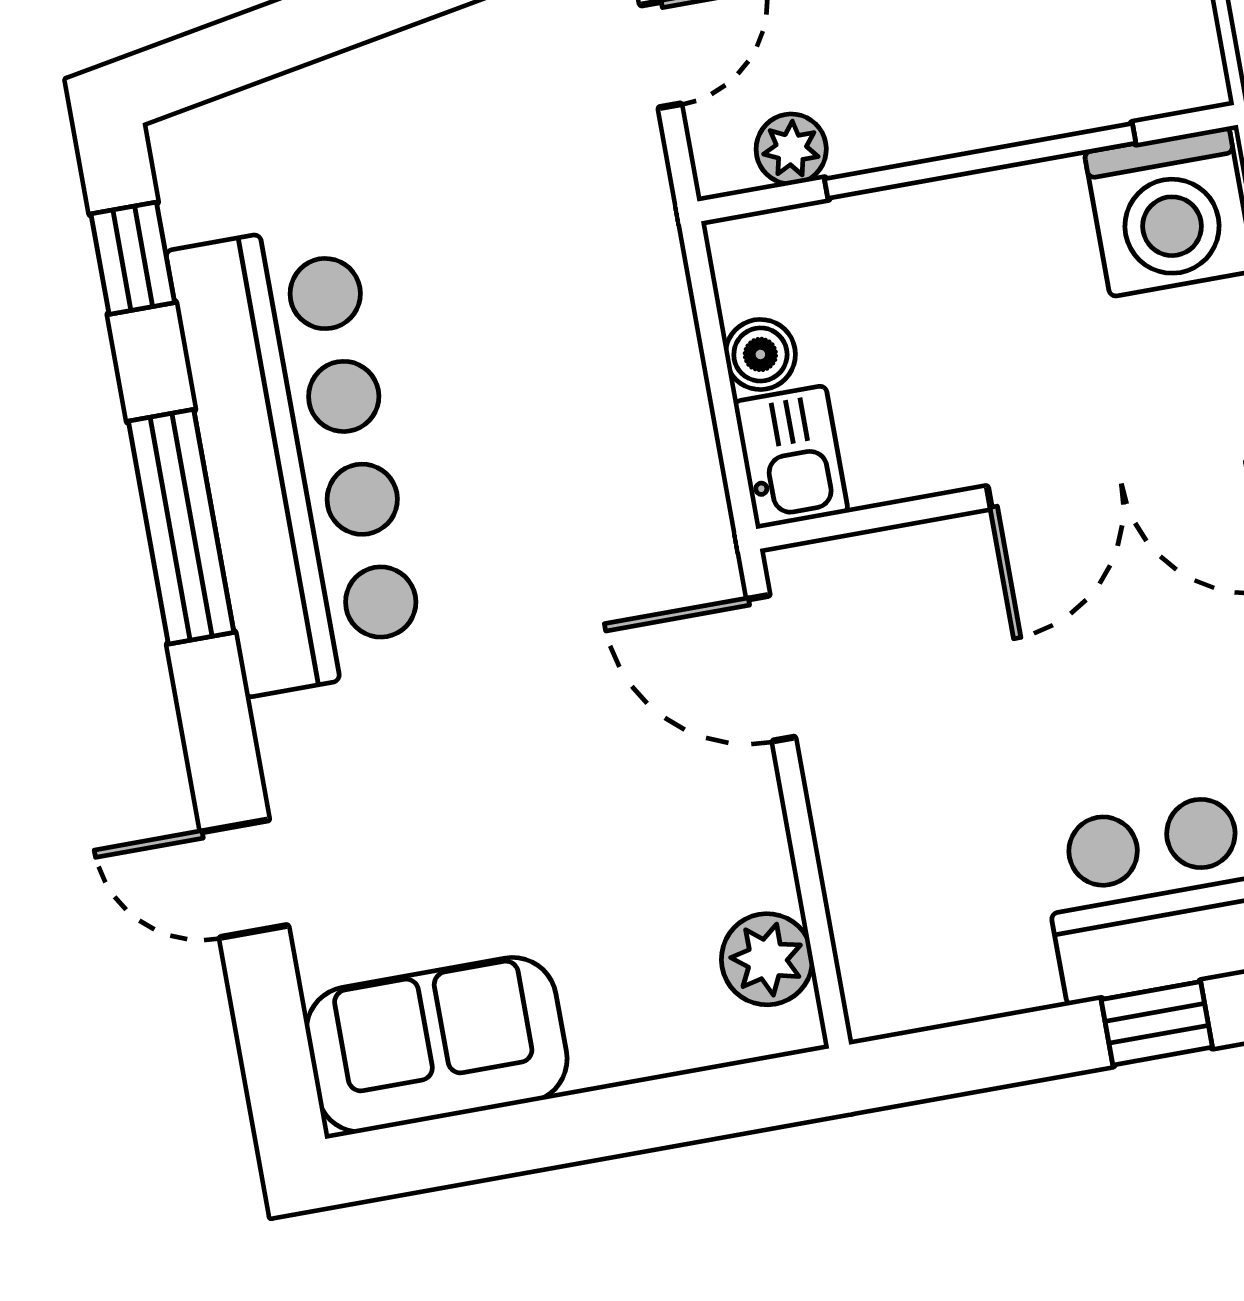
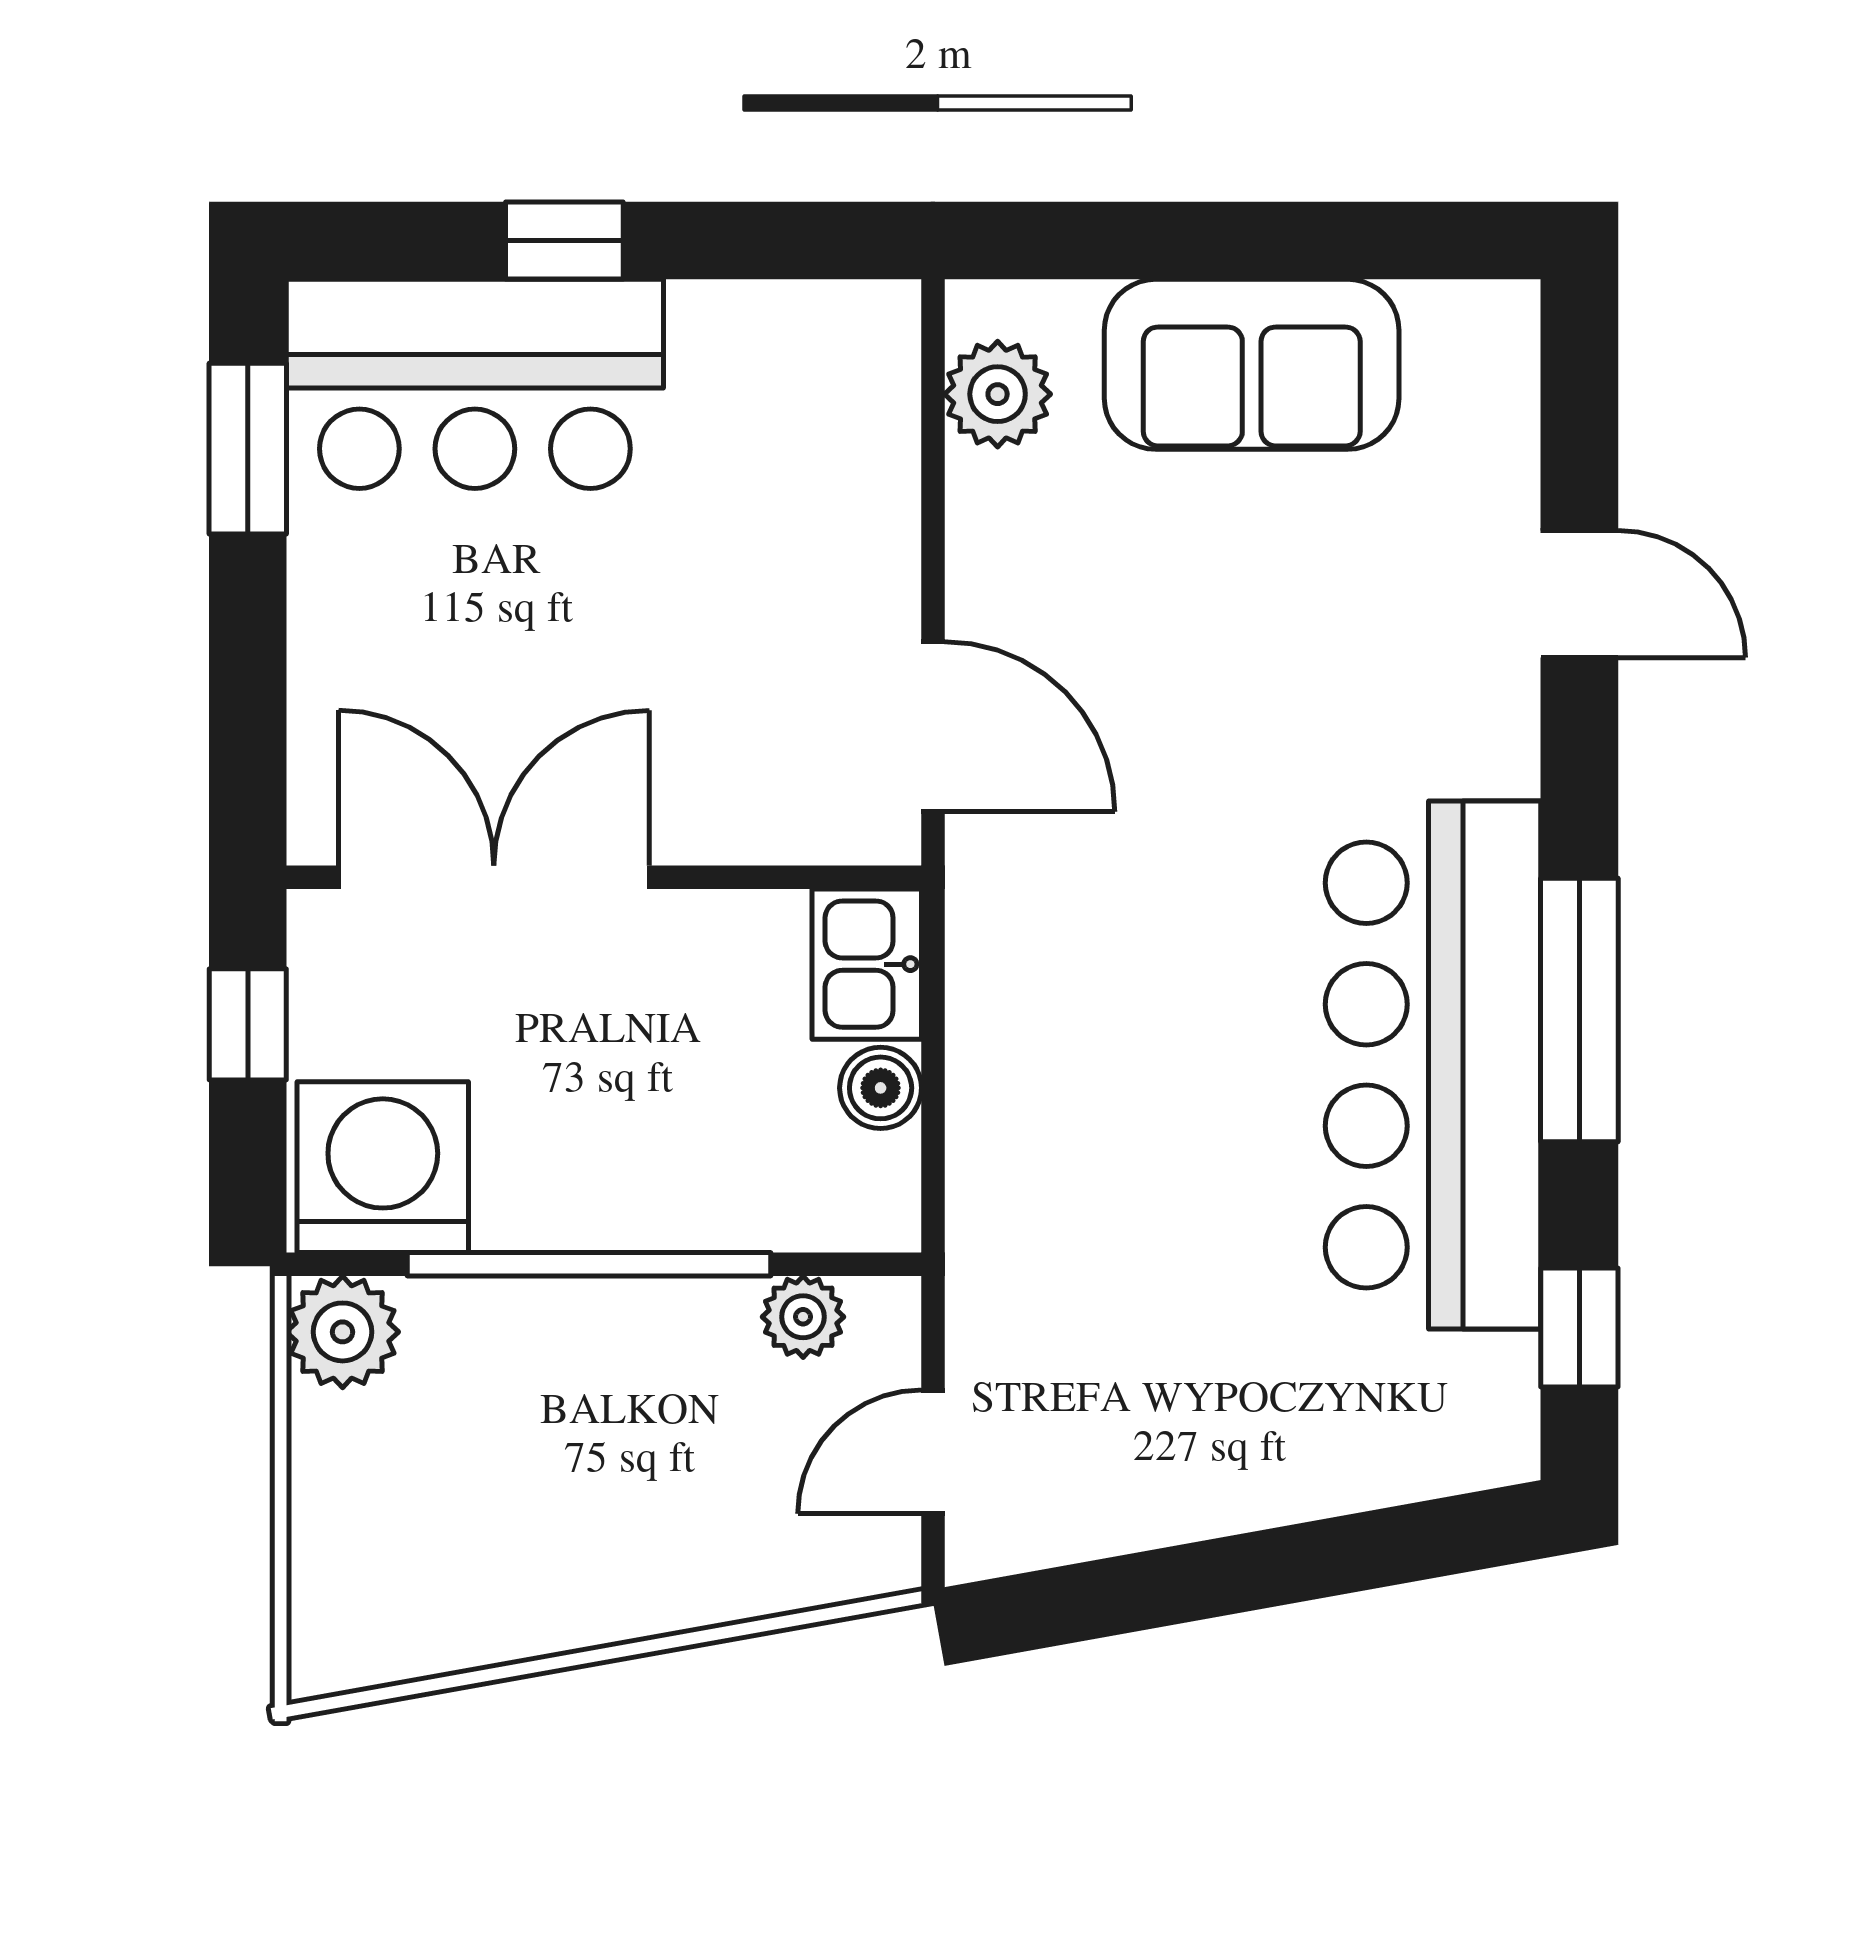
plant: (1178, 66) -> (343, 1332), added
sofa: (437, 1045) -> (1252, 364), moved

